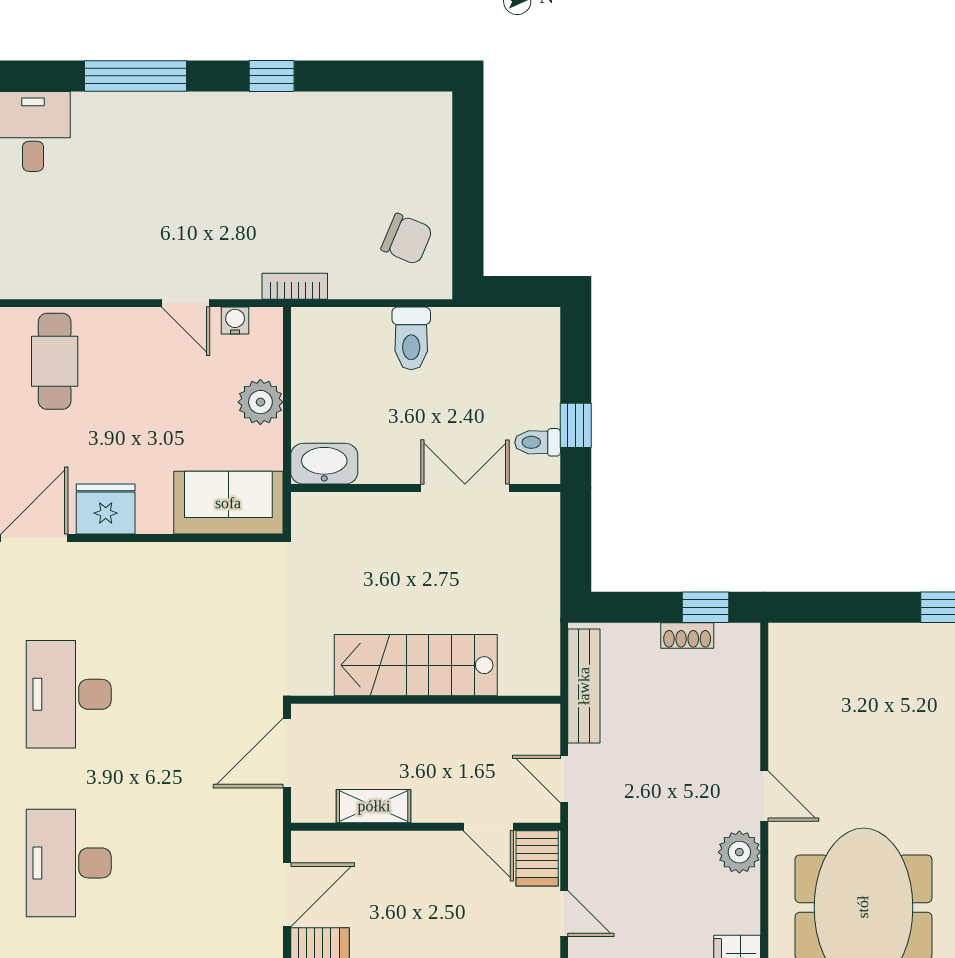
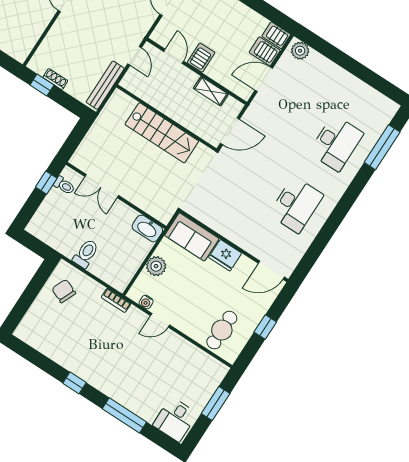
door: (186, 303) -> (160, 320), swing flipped
fridge: (106, 509) -> (225, 255), moved
server rack: (537, 858) -> (201, 58), moved

